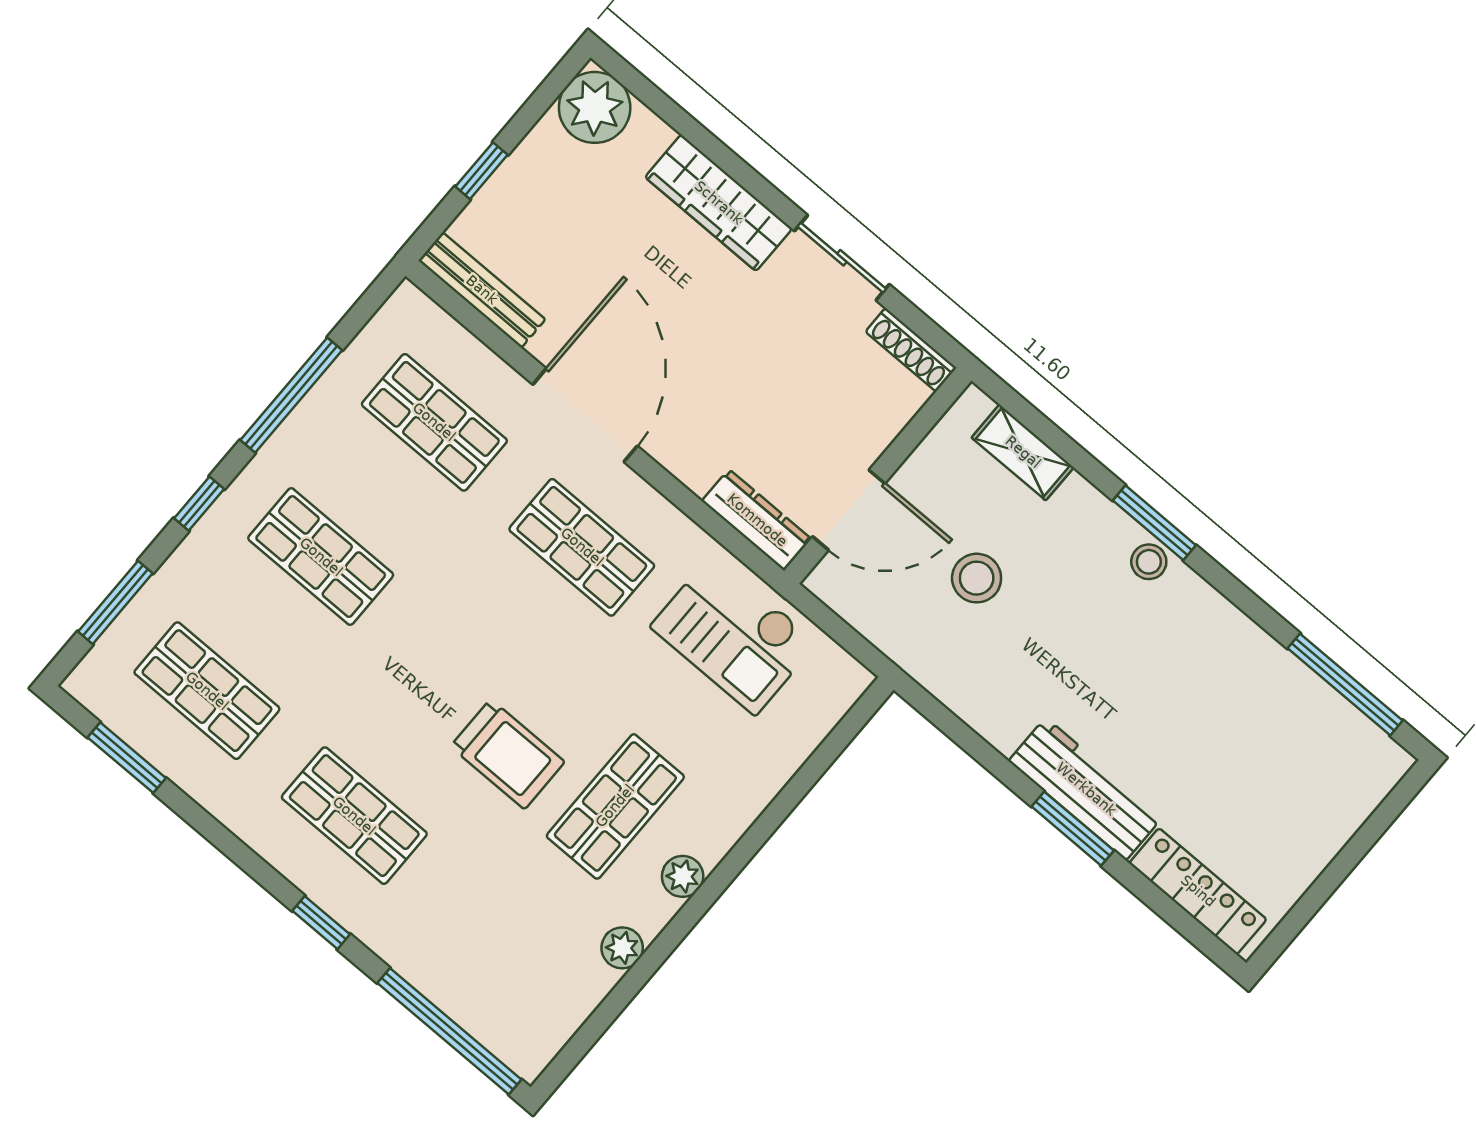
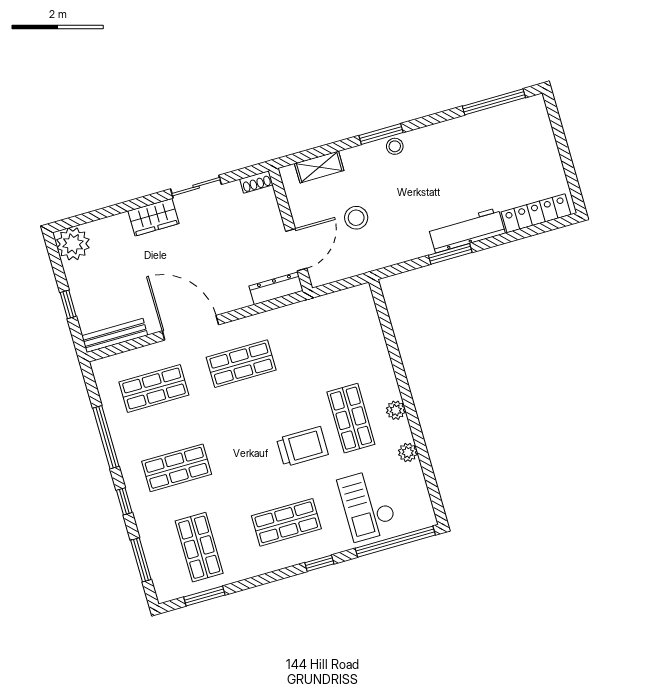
wardrobe: (719, 203) -> (153, 217), width x0.67
shoe rack: (911, 350) -> (256, 182), width x0.70
checkout: (734, 635) -> (367, 505), moved, turned 90
shop shelf: (207, 691) -> (199, 547), turned 90
window: (1073, 829) -> (450, 254), moved

